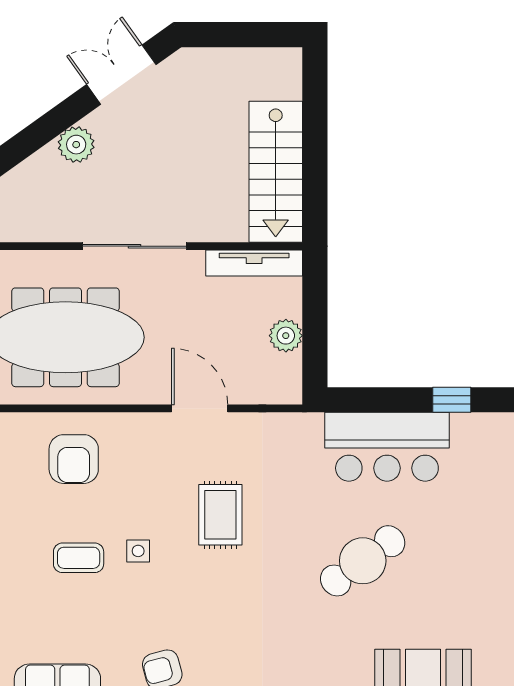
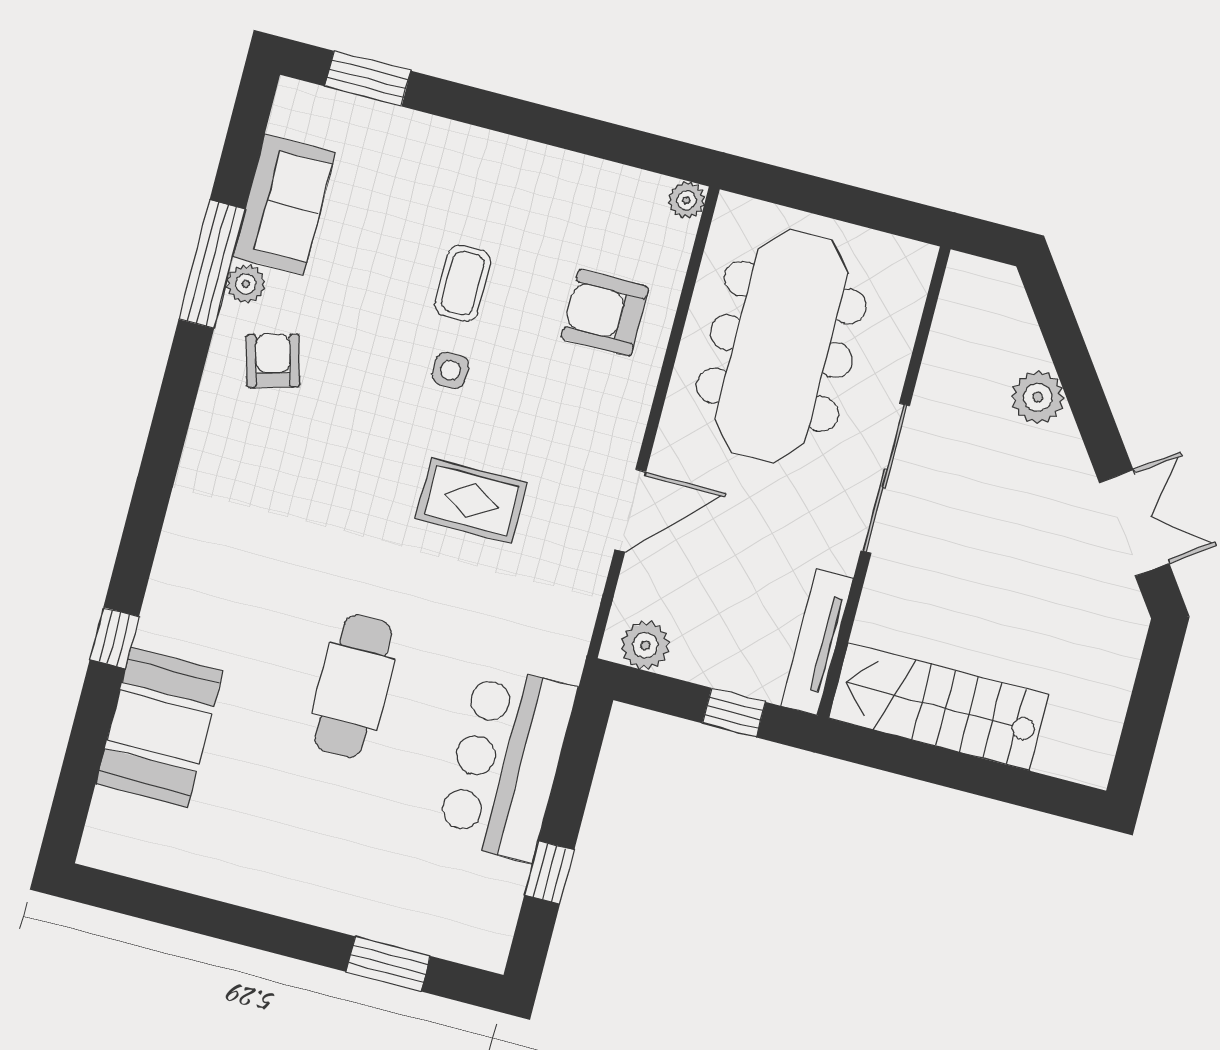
plant: (76, 145) -> (1038, 397), moved
window: (315, 306) -> (734, 713), added
plant: (286, 336) -> (645, 645), moved
cafe table: (363, 561) -> (353, 686), turned 36

